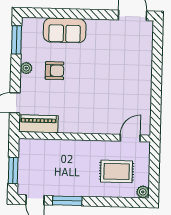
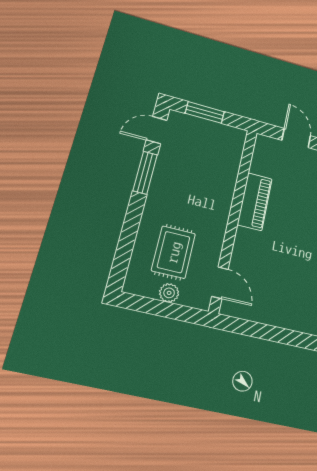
piano: (38, 124) -> (255, 202), moved
plant: (143, 192) -> (169, 293), moved

